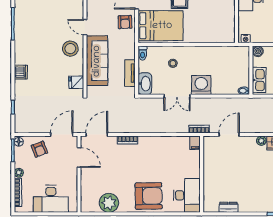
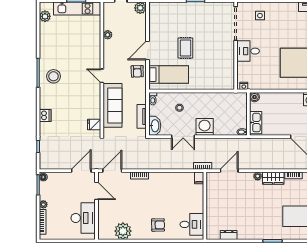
bed: (161, 26) -> (169, 75), width x0.67
stool: (70, 49) -> (54, 76), moved
armchair: (39, 149) -> (62, 184), removed
desk: (187, 195) -> (192, 224), width x0.73
armchair: (149, 196) -> (158, 225), width x0.53, depth x0.53
desk: (51, 199) -> (83, 218), moved, turned -90

